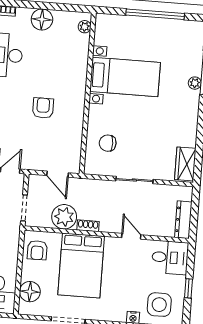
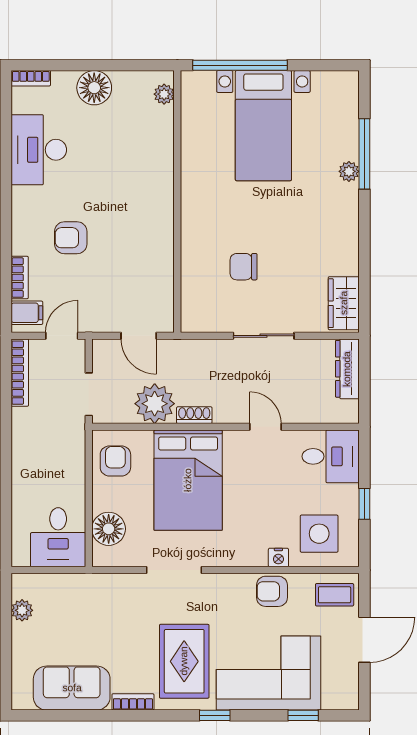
window: (155, 14) -> (240, 65), moved
bed with nightstands: (125, 77) -> (263, 126), moved, turned 90
armchair: (43, 108) -> (71, 238), moved, turned -90
chair: (108, 143) -> (244, 267), moved
dresser: (183, 220) -> (347, 369), moved
armchair: (37, 250) -> (115, 461), turned 180

